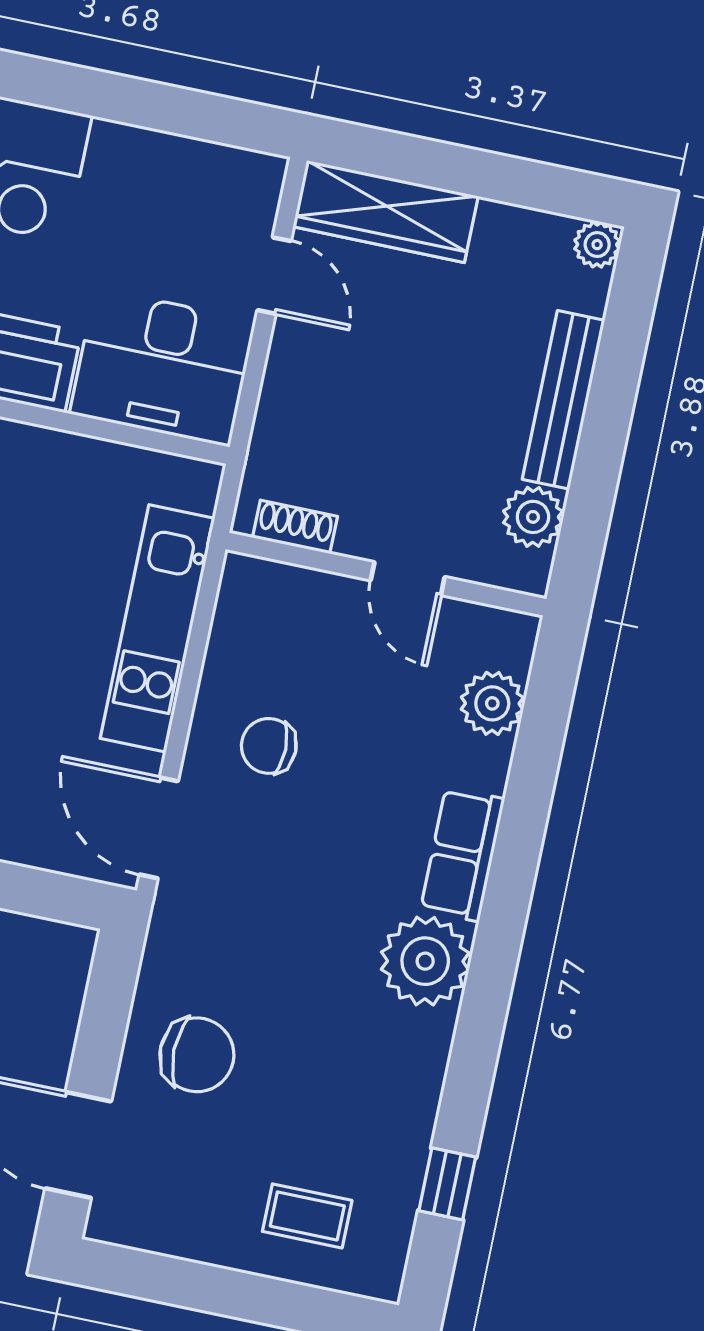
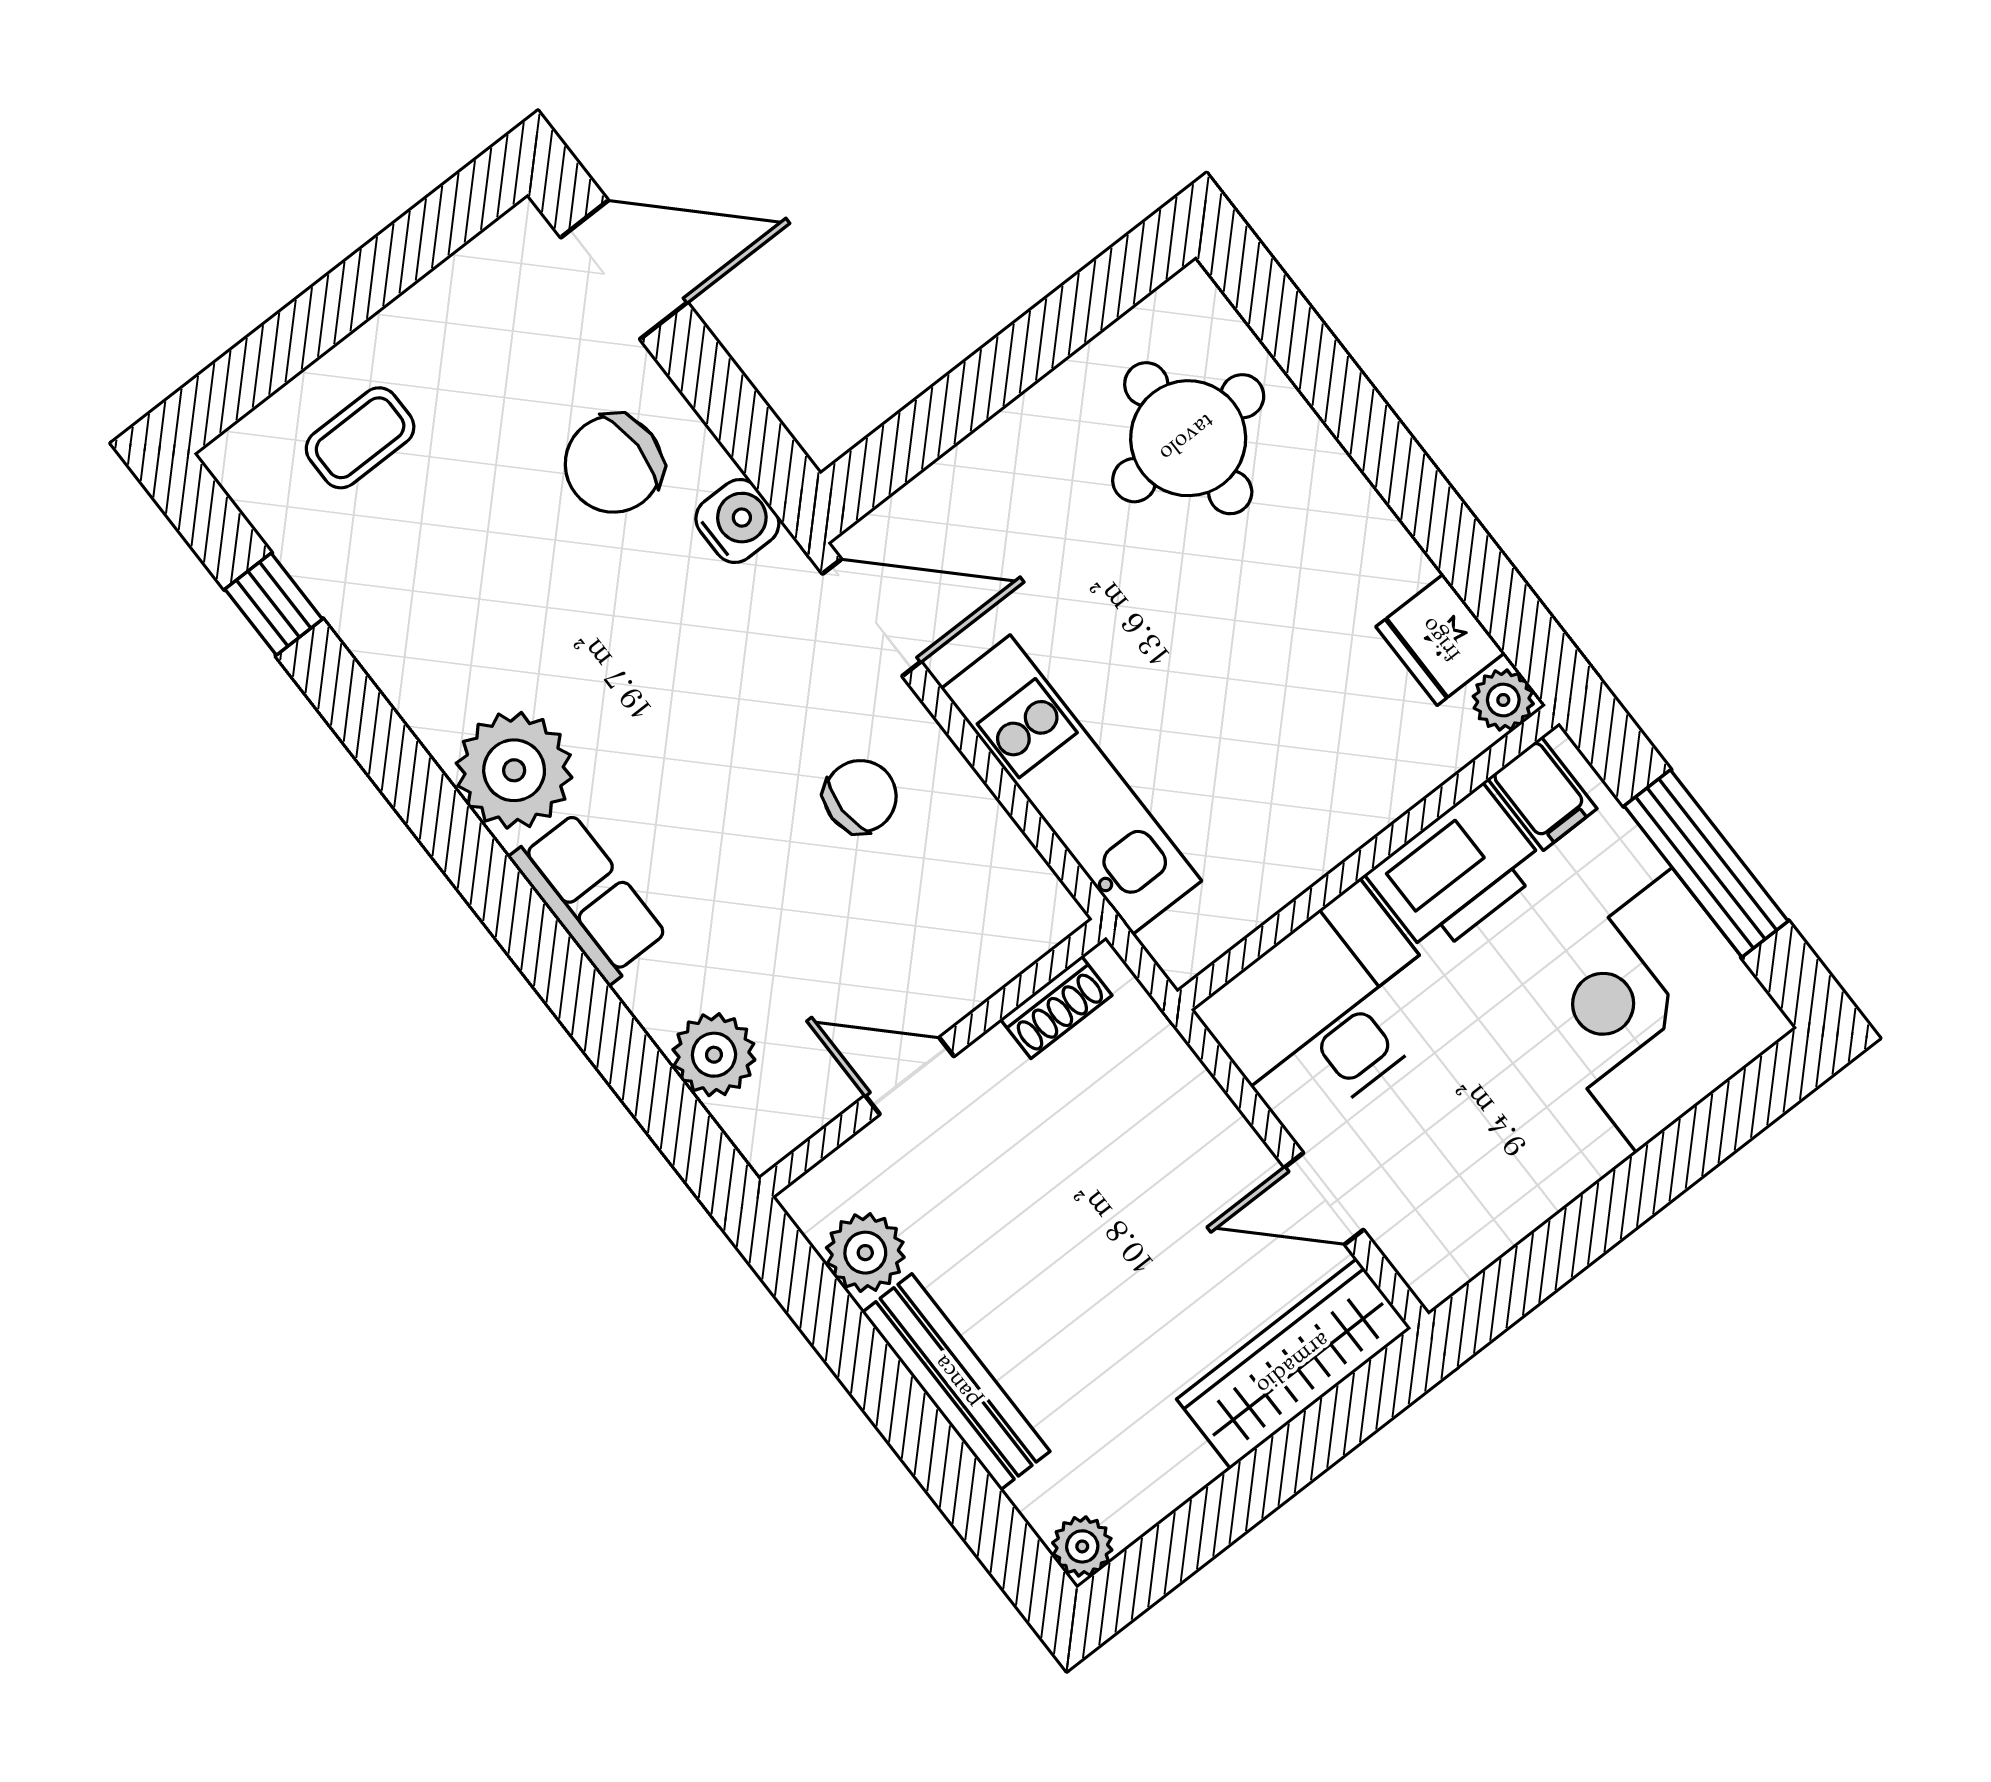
water cooler: (169, 954) -> (737, 521), added

